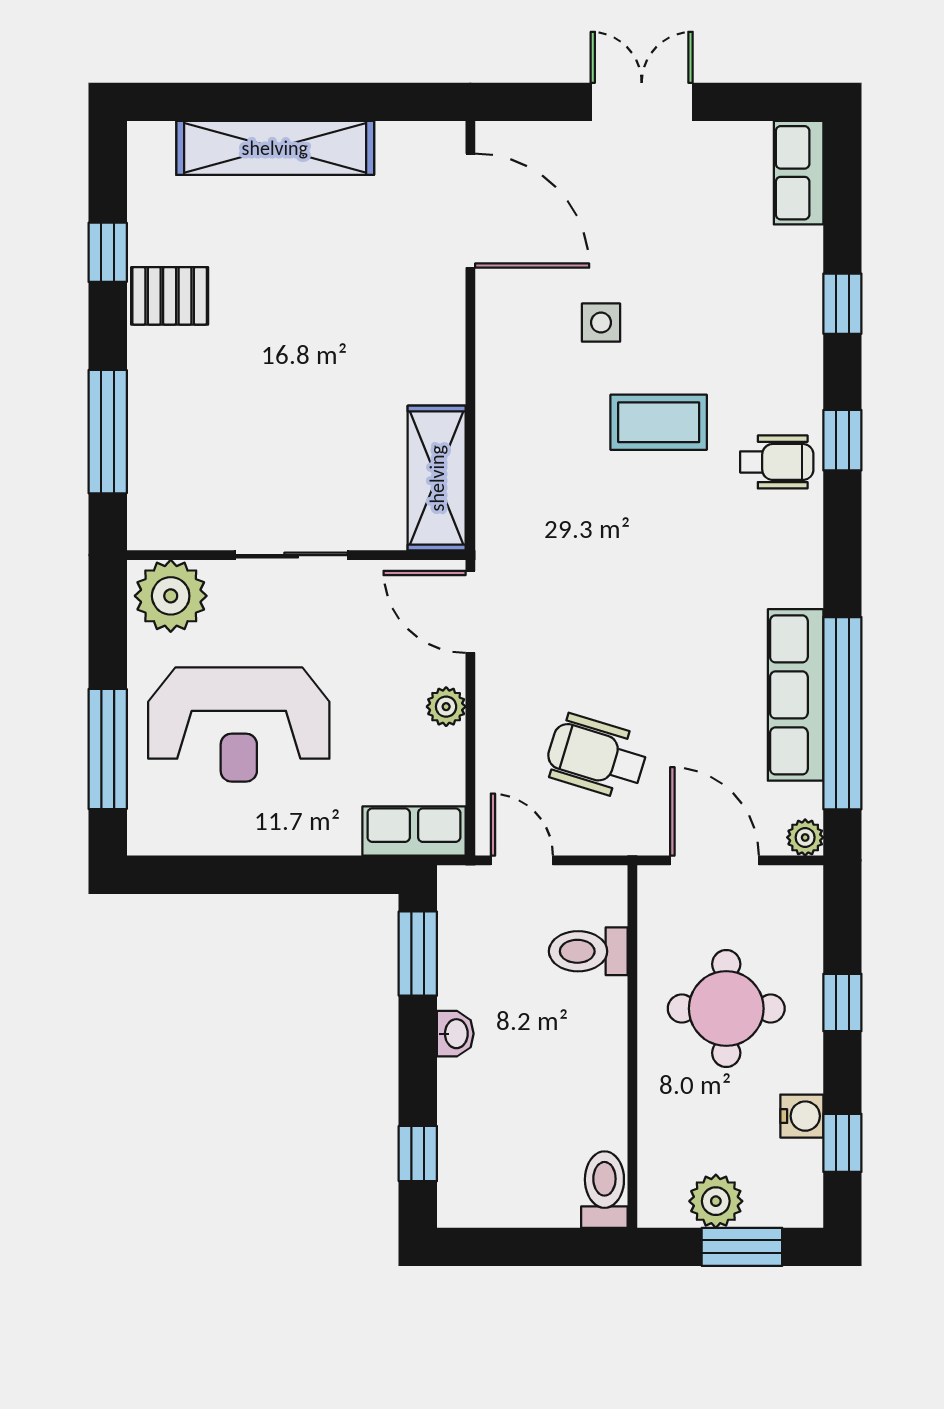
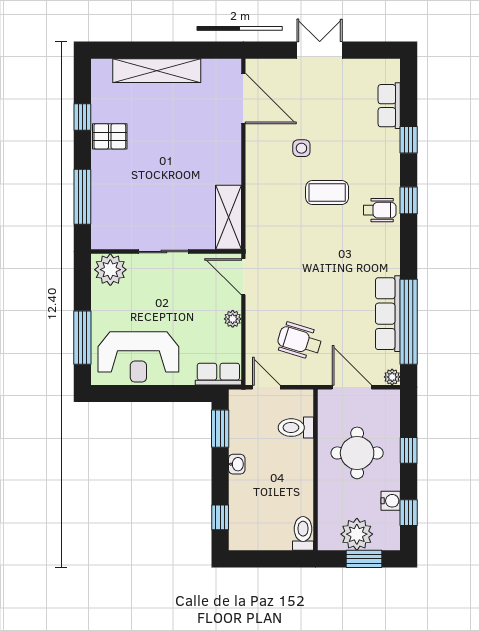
row of seats: (799, 173) -> (389, 106), moved
reception desk: (239, 725) -> (138, 357), moved
plant: (716, 1201) -> (357, 534), width x1.36, depth x1.36

